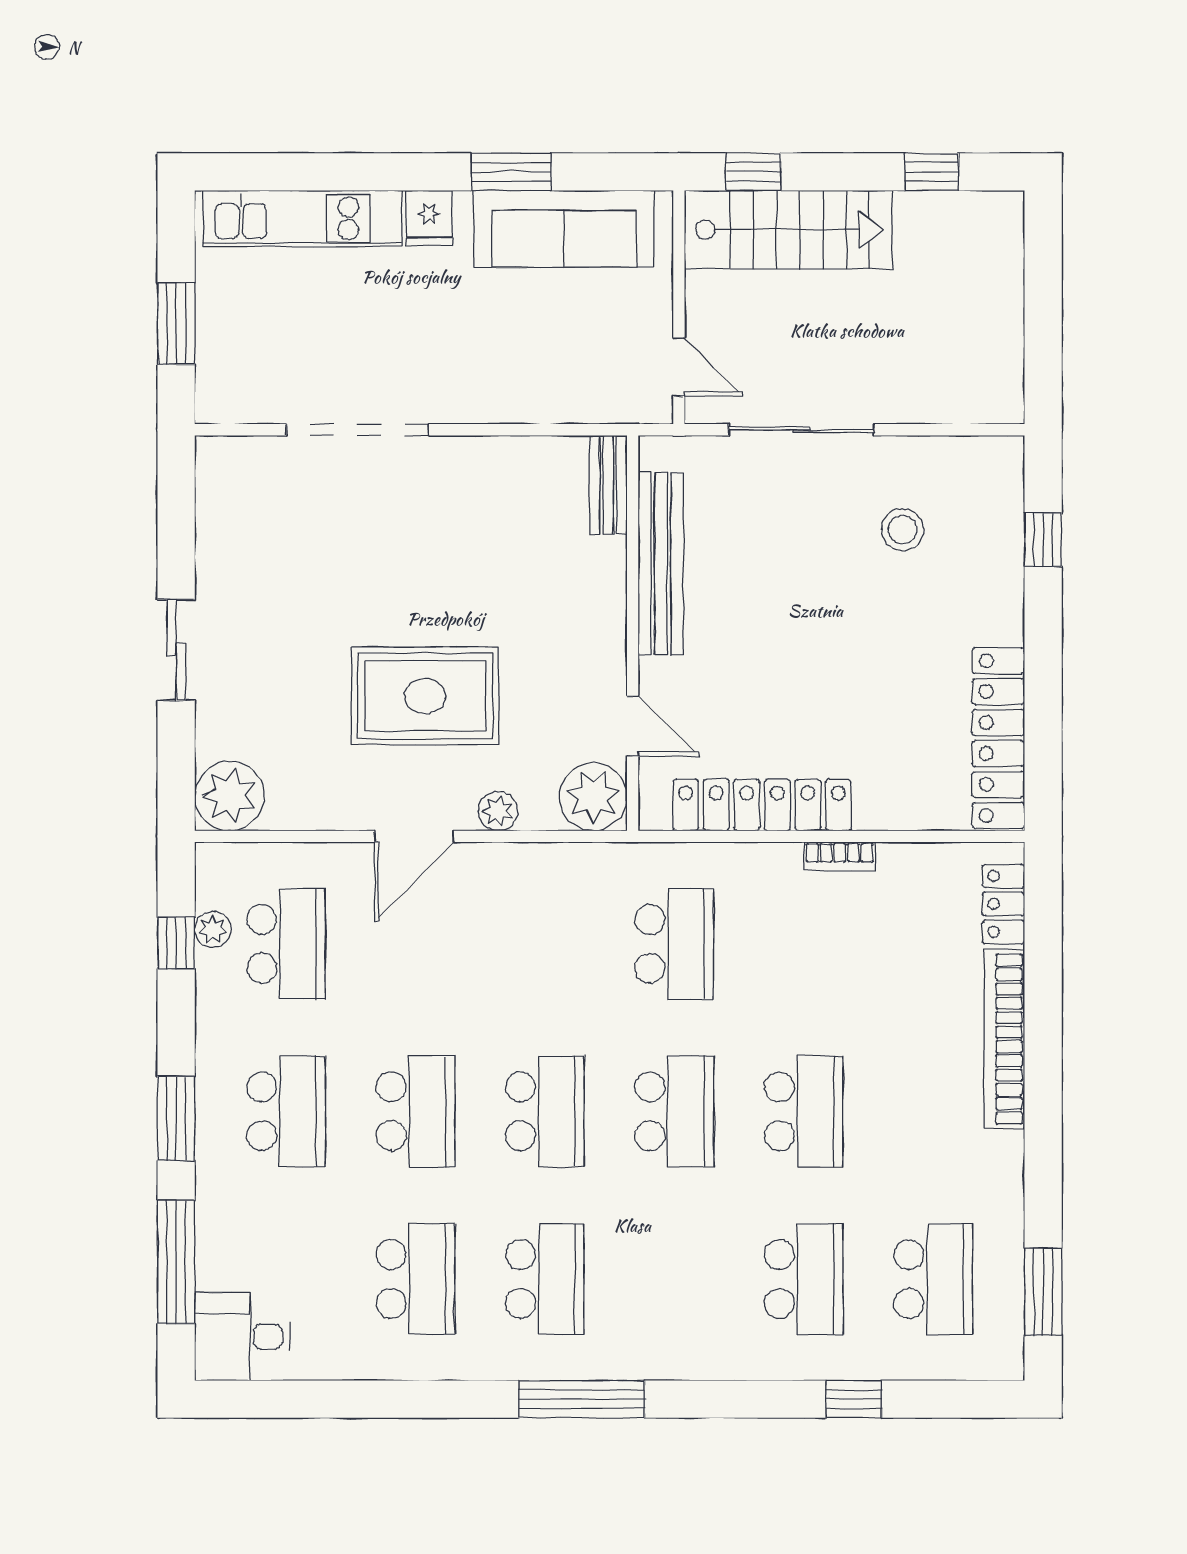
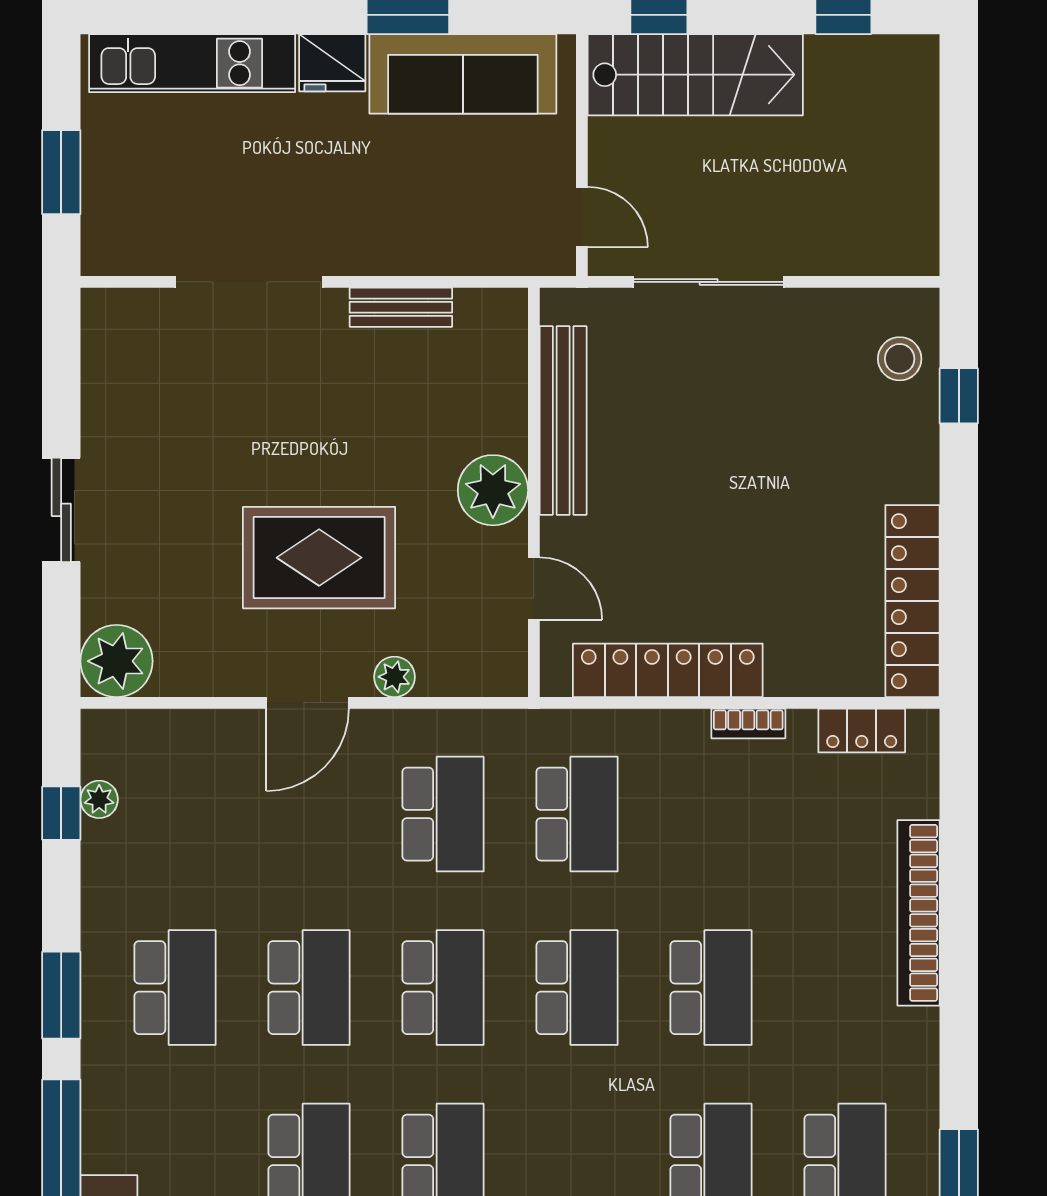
fridge: (429, 218) -> (332, 63), width x1.38
bench: (608, 485) -> (401, 307), moved, turned 90
stool: (902, 530) -> (900, 359), moved
plant: (593, 797) -> (493, 490), moved
locker: (1003, 904) -> (862, 731), moved, turned -90
school desk: (286, 944) -> (443, 814), moved

